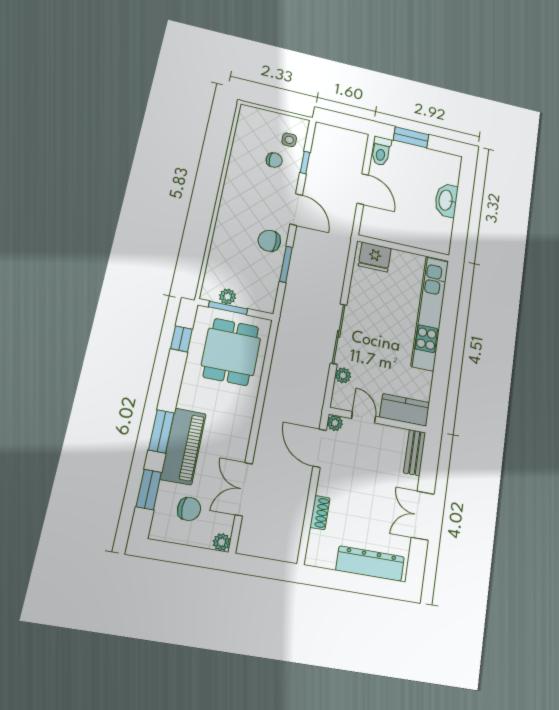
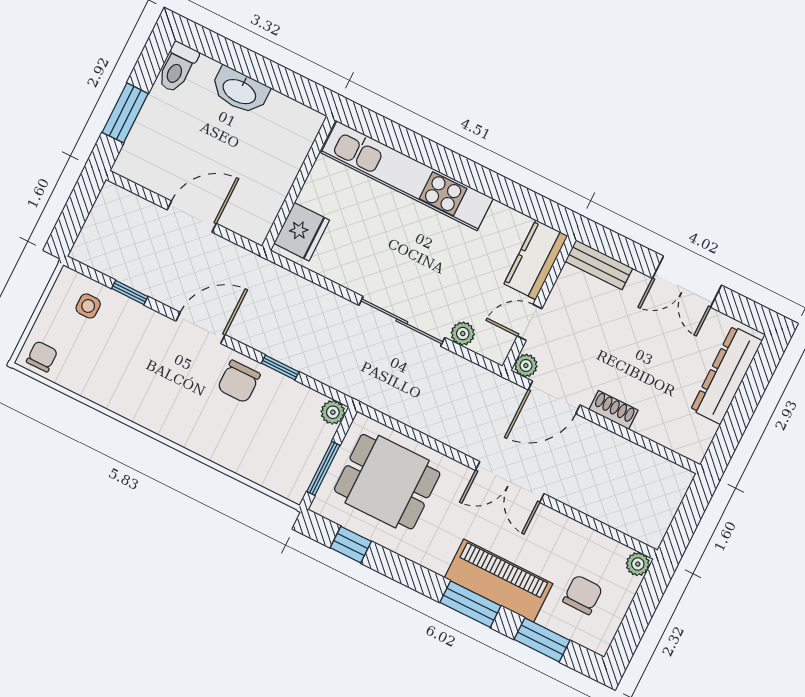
toilet: (381, 151) -> (177, 67), moved, turned 90
chair: (274, 160) -> (42, 356), moved
window: (286, 264) -> (280, 367), width x0.67
plant: (228, 297) -> (333, 412), moved
double door: (244, 489) -> (510, 482), moved
shoe rack: (320, 513) -> (613, 410), moved

